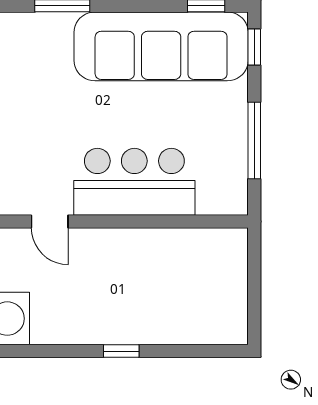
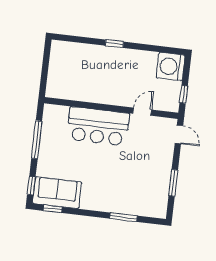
sofa: (161, 46) -> (57, 193), width x0.54, depth x0.79
door: (50, 222) -> (142, 112), hinge flipped

